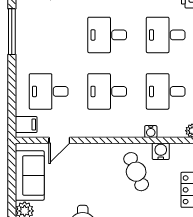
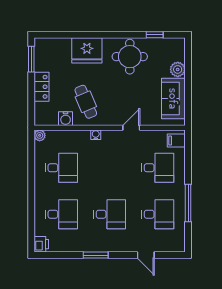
window: (12, 32) -> (188, 203), moved
desk: (107, 91) -> (158, 214), moved
water cooler: (151, 132) -> (96, 135), moved
door: (59, 140) -> (131, 128), moved

